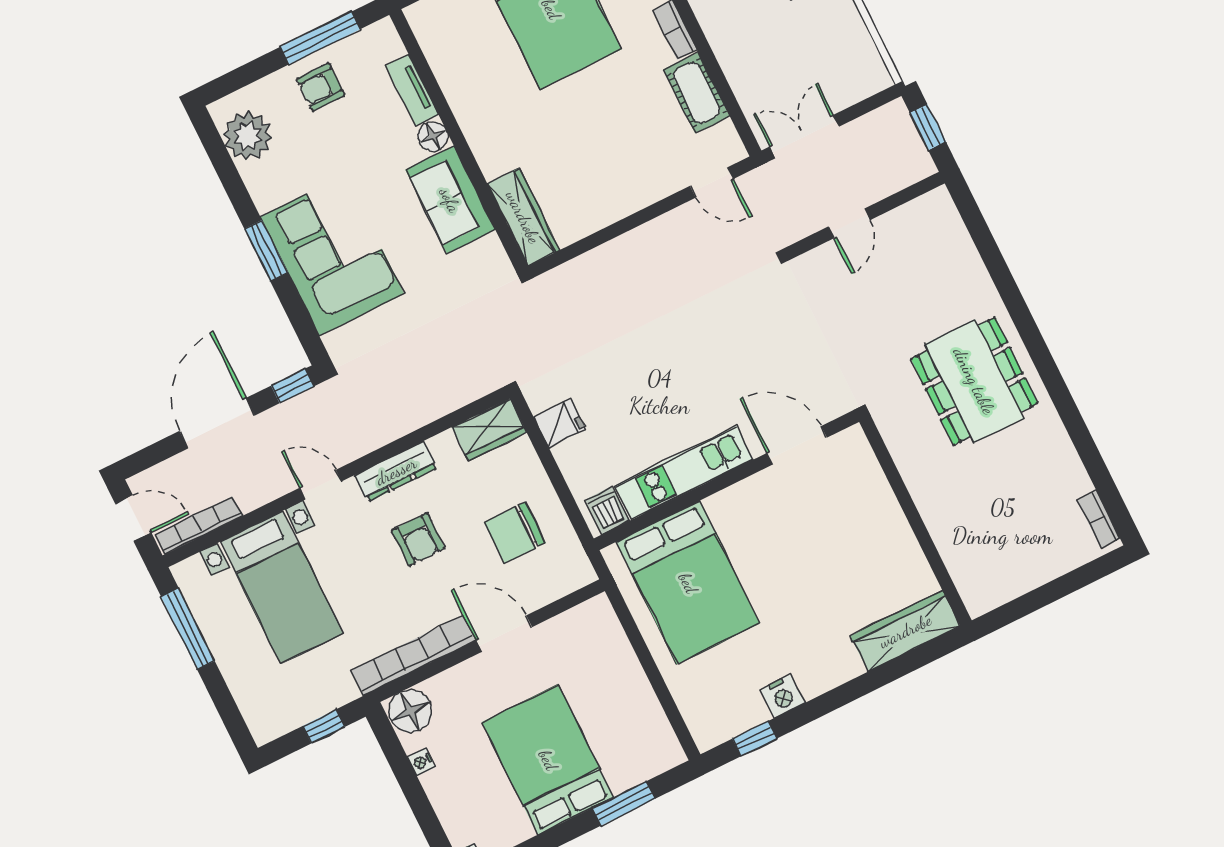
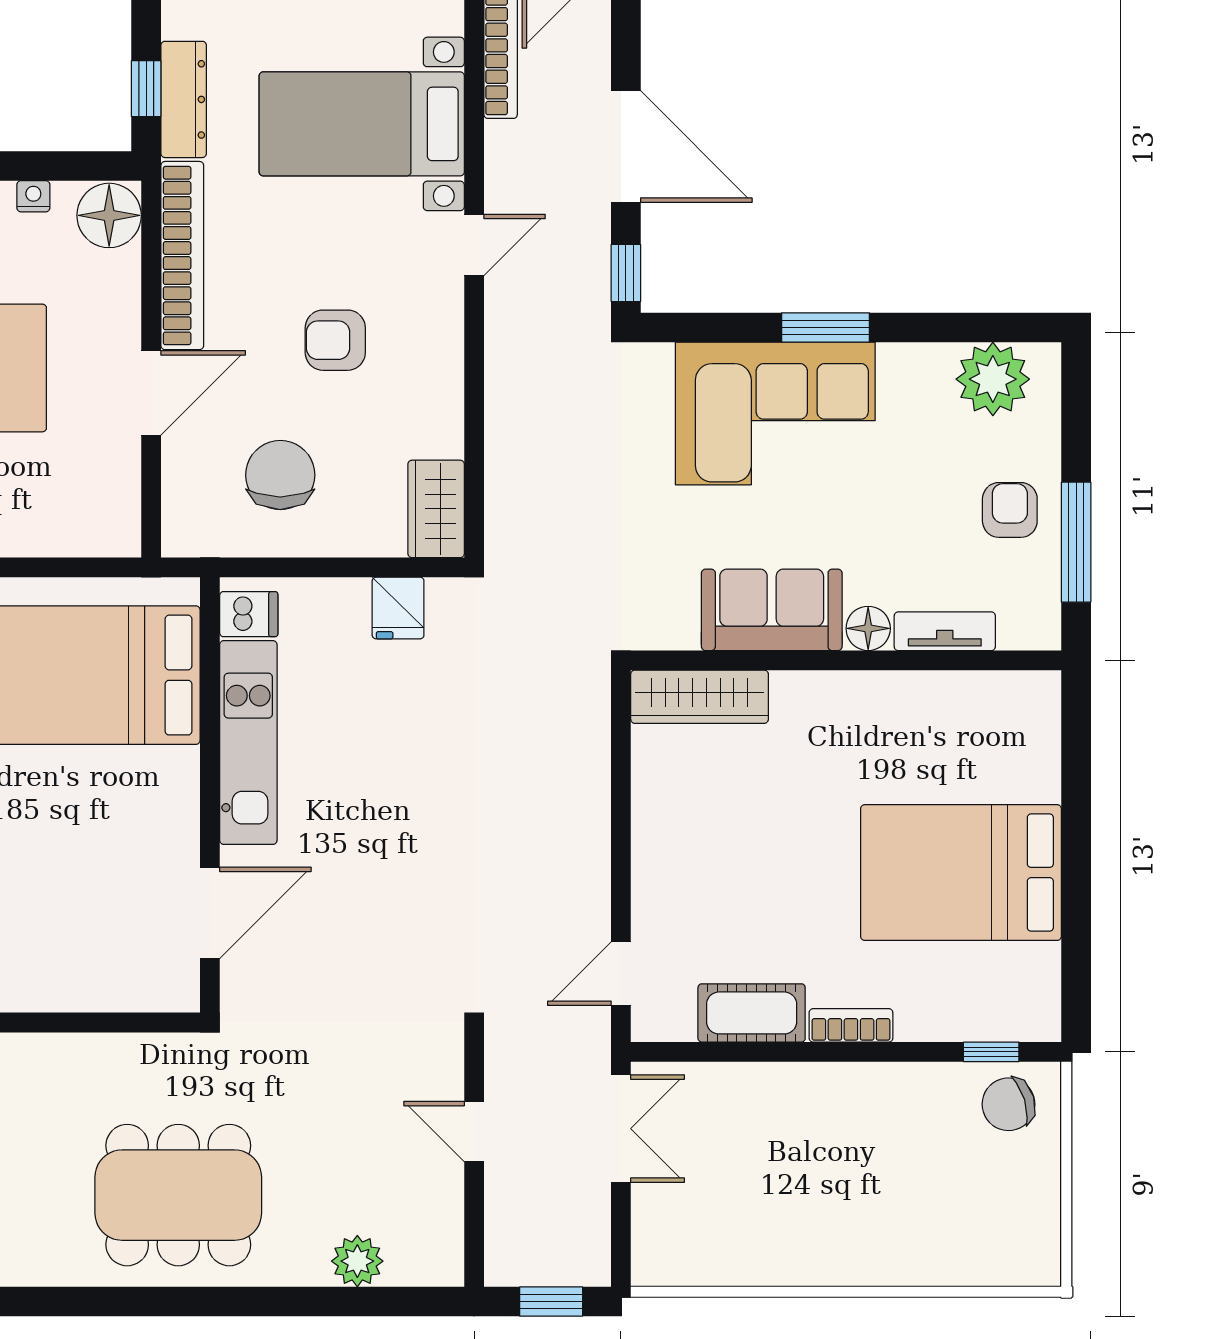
plant: (961, 255) -> (357, 1261), added
dresser: (396, 471) -> (184, 99), moved, turned 180

